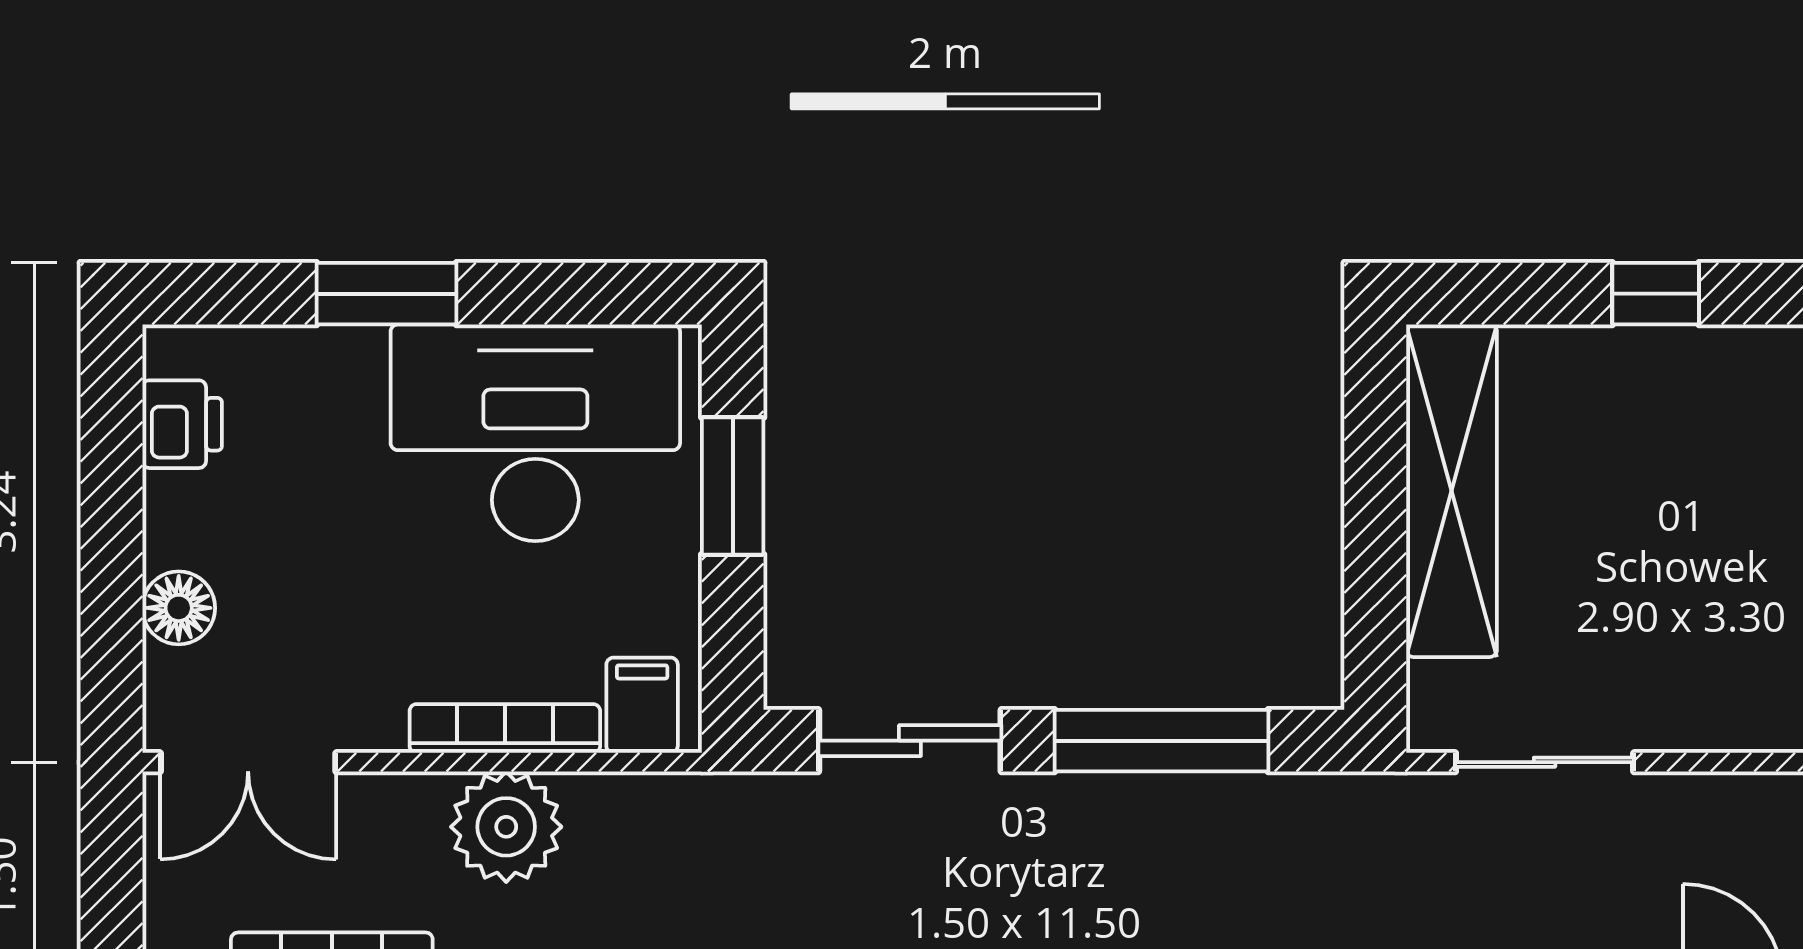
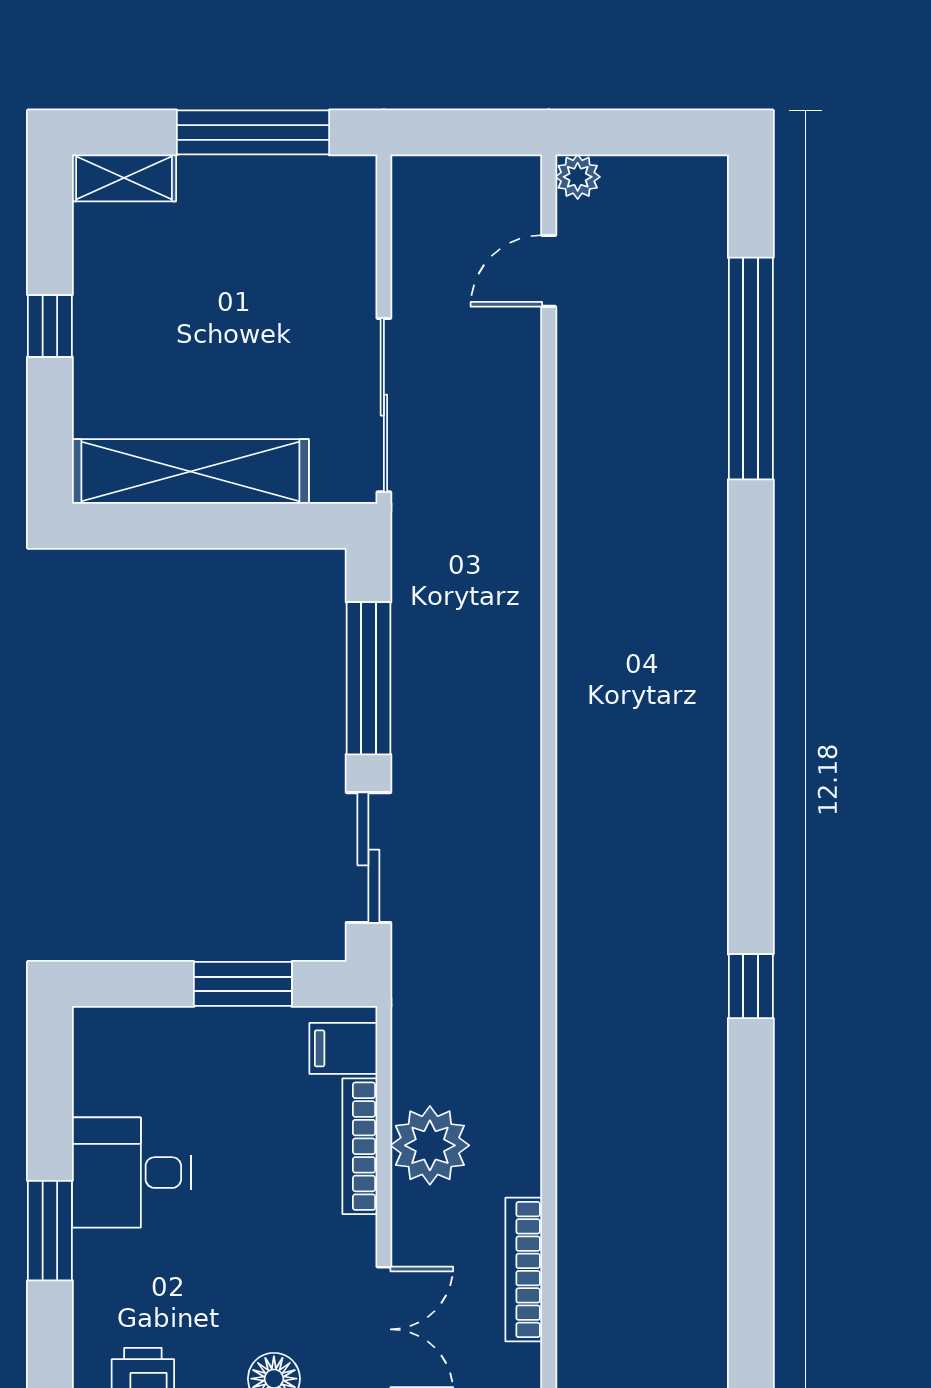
desk: (535, 433) -> (131, 1173), width x0.53, depth x0.77
window: (733, 486) -> (243, 984), moved
sliding door: (1545, 762) -> (384, 405), width x1.37

